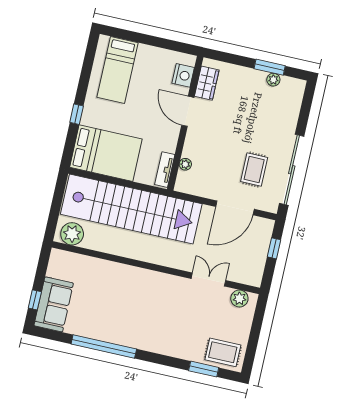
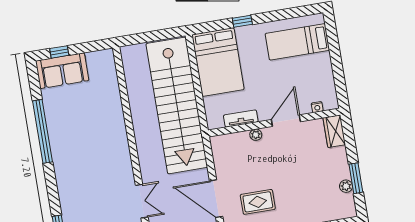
nightstand: (183, 75) -> (317, 107), width x0.53, depth x0.56
wardrobe: (207, 83) -> (334, 131), moved, turned 90
plant: (185, 164) -> (256, 135), moved
tv unit: (165, 170) -> (241, 119), moved
plant: (72, 234) -> (133, 61), removed

